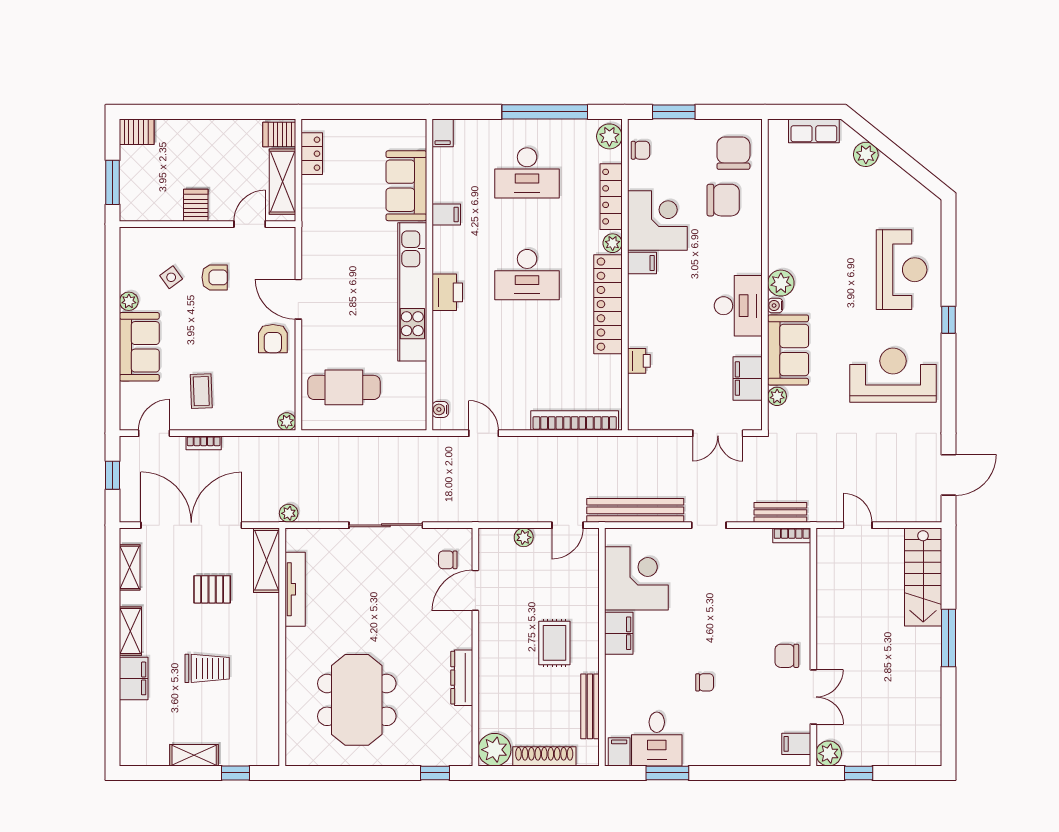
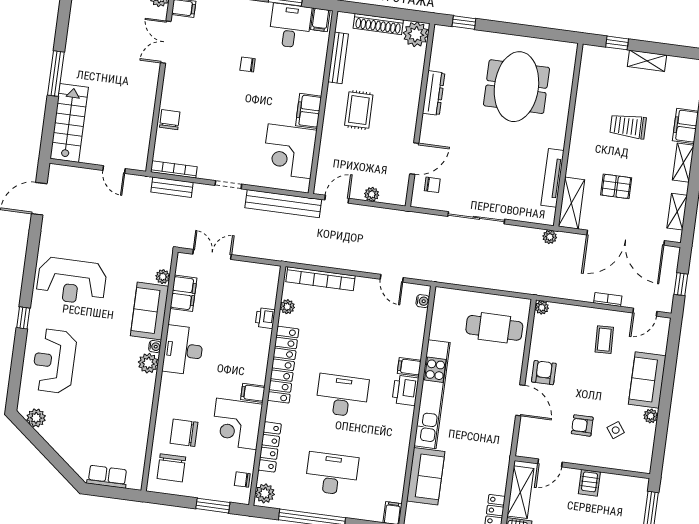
plant: (866, 154) -> (36, 418), moved
filing cabinet: (446, 214) -> (409, 367), moved
plant: (613, 243) -> (287, 307), moved
bookcase: (792, 535) -> (174, 169), width x1.56
chair: (787, 656) -> (170, 120), moved, turned -90

